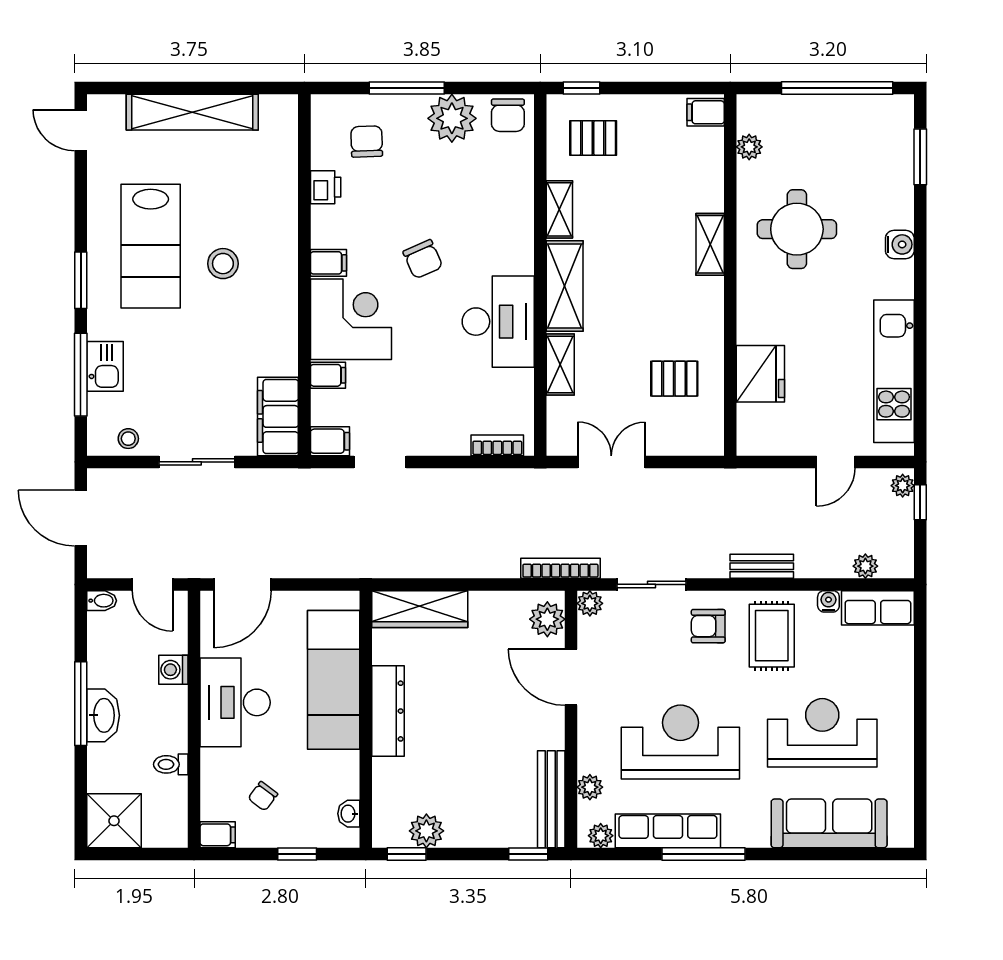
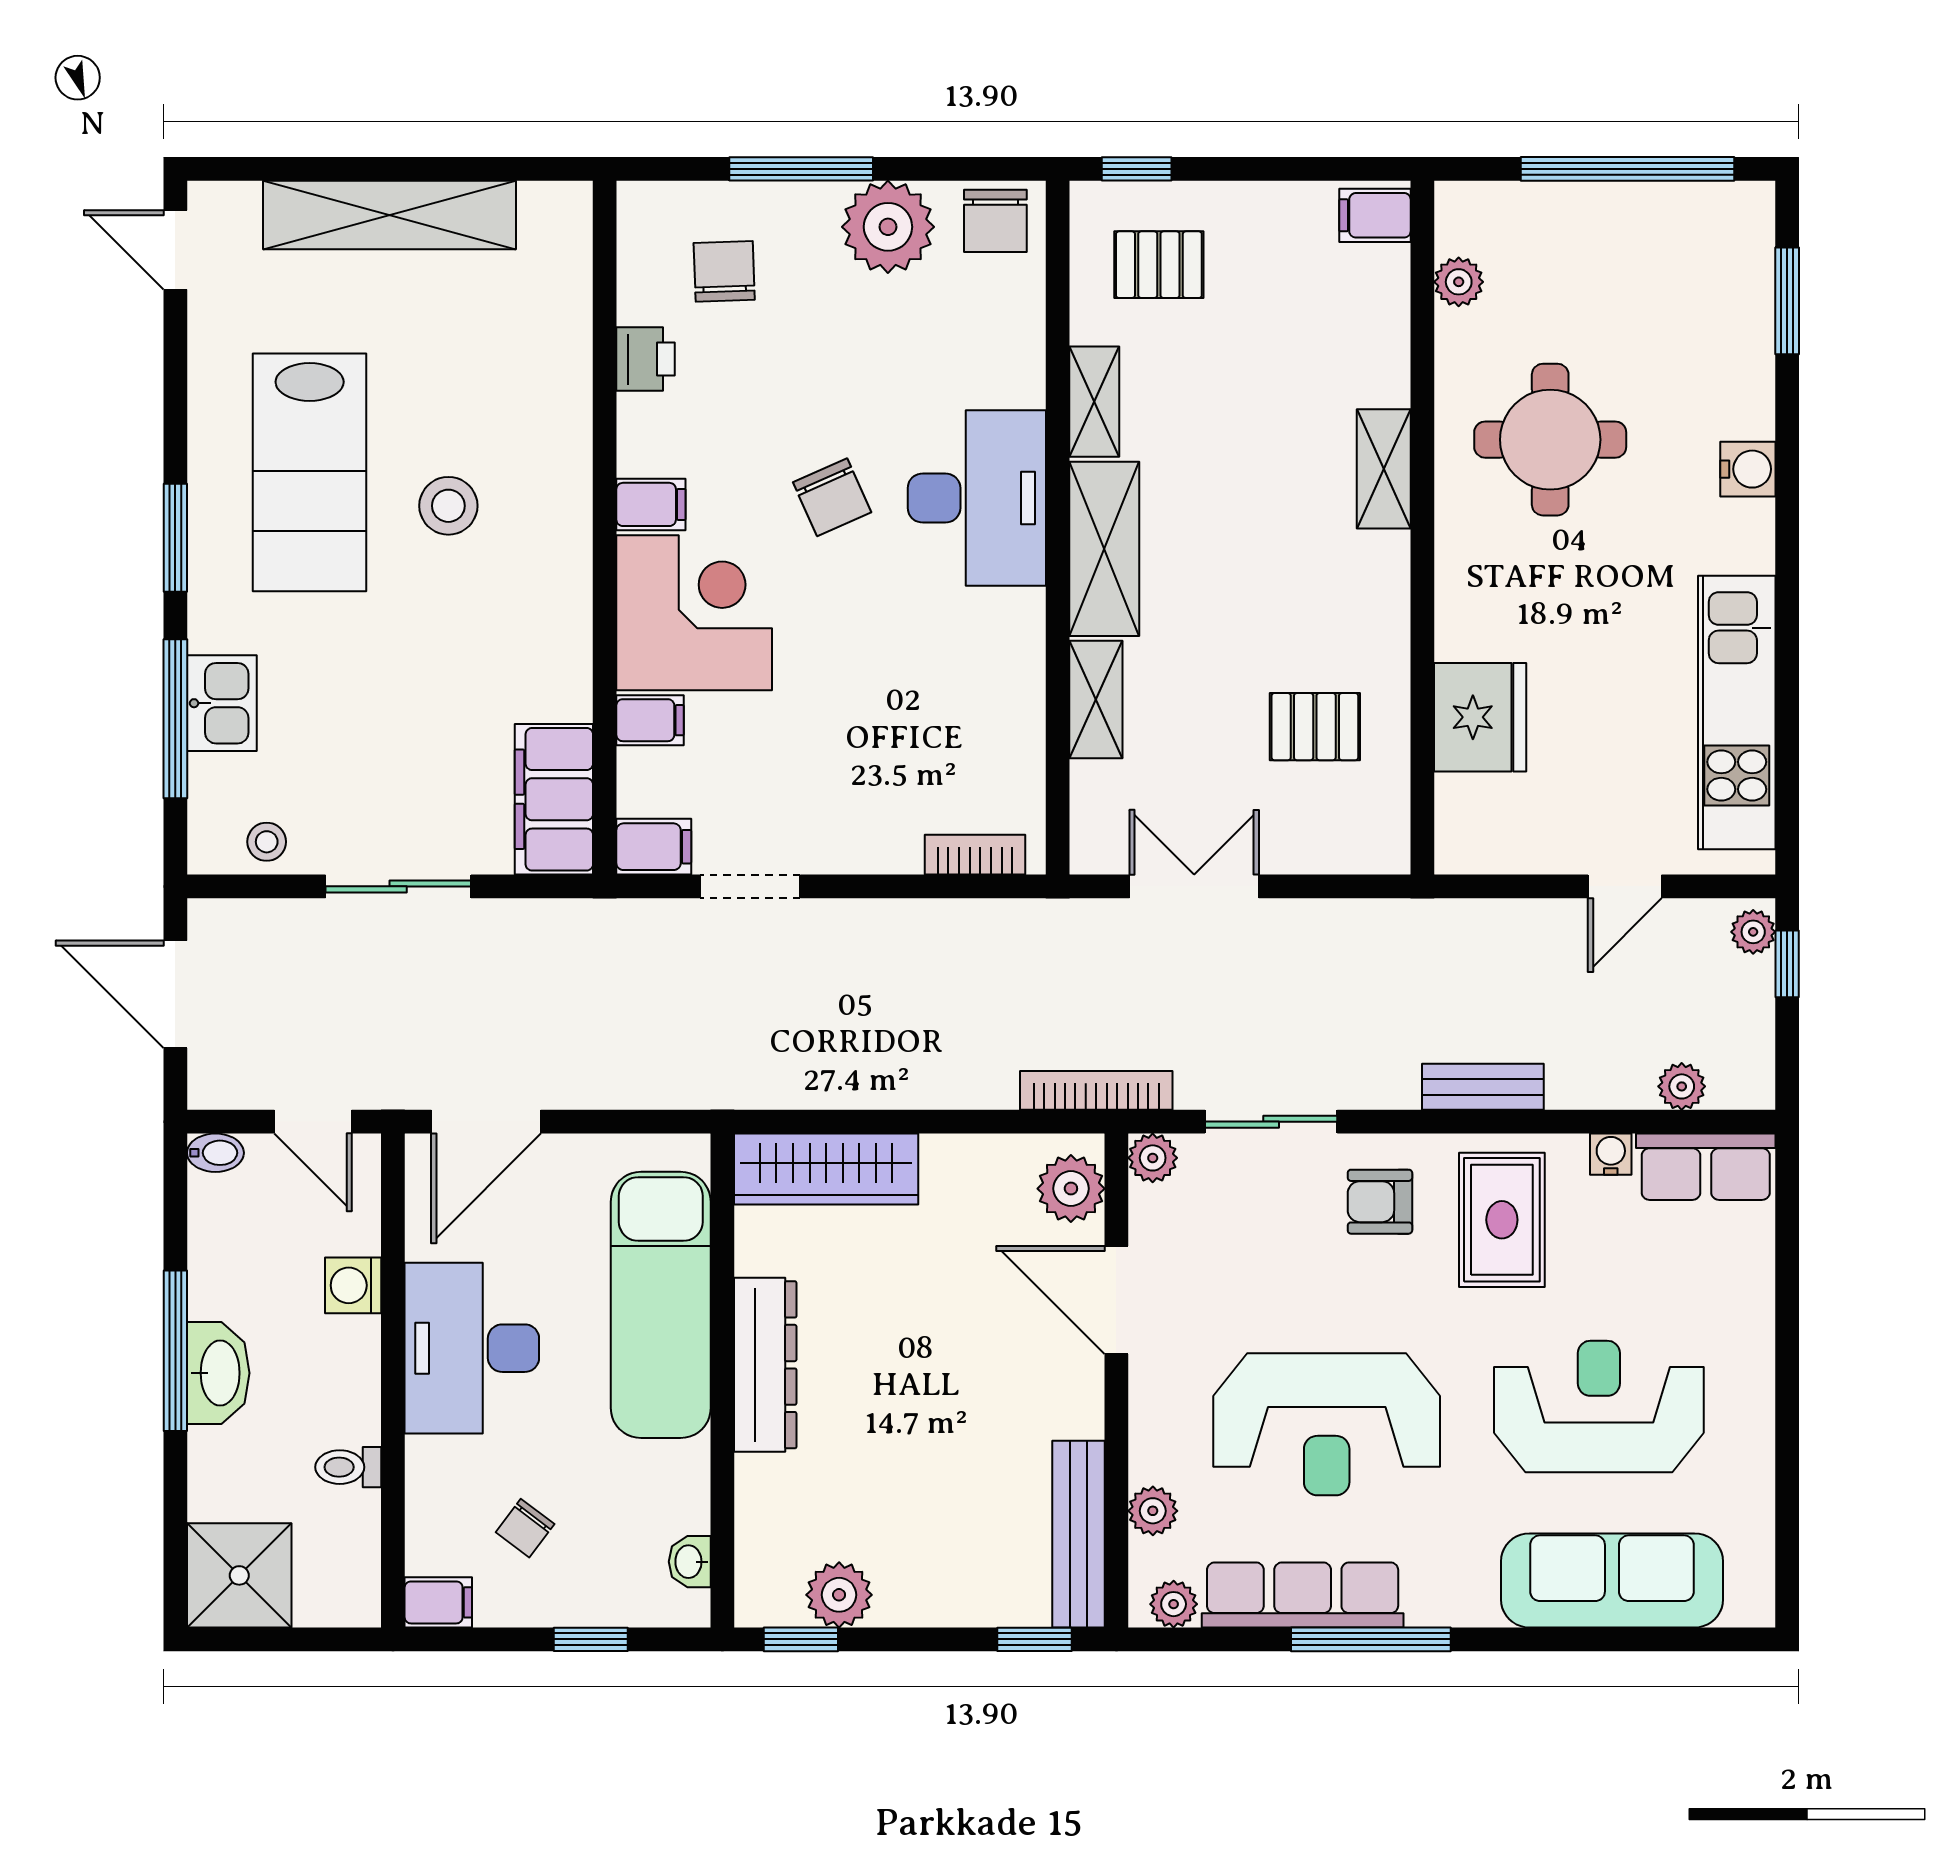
desk: (498, 322) -> (977, 498), moved
reception desk: (680, 742) -> (1327, 1424), turned 180

